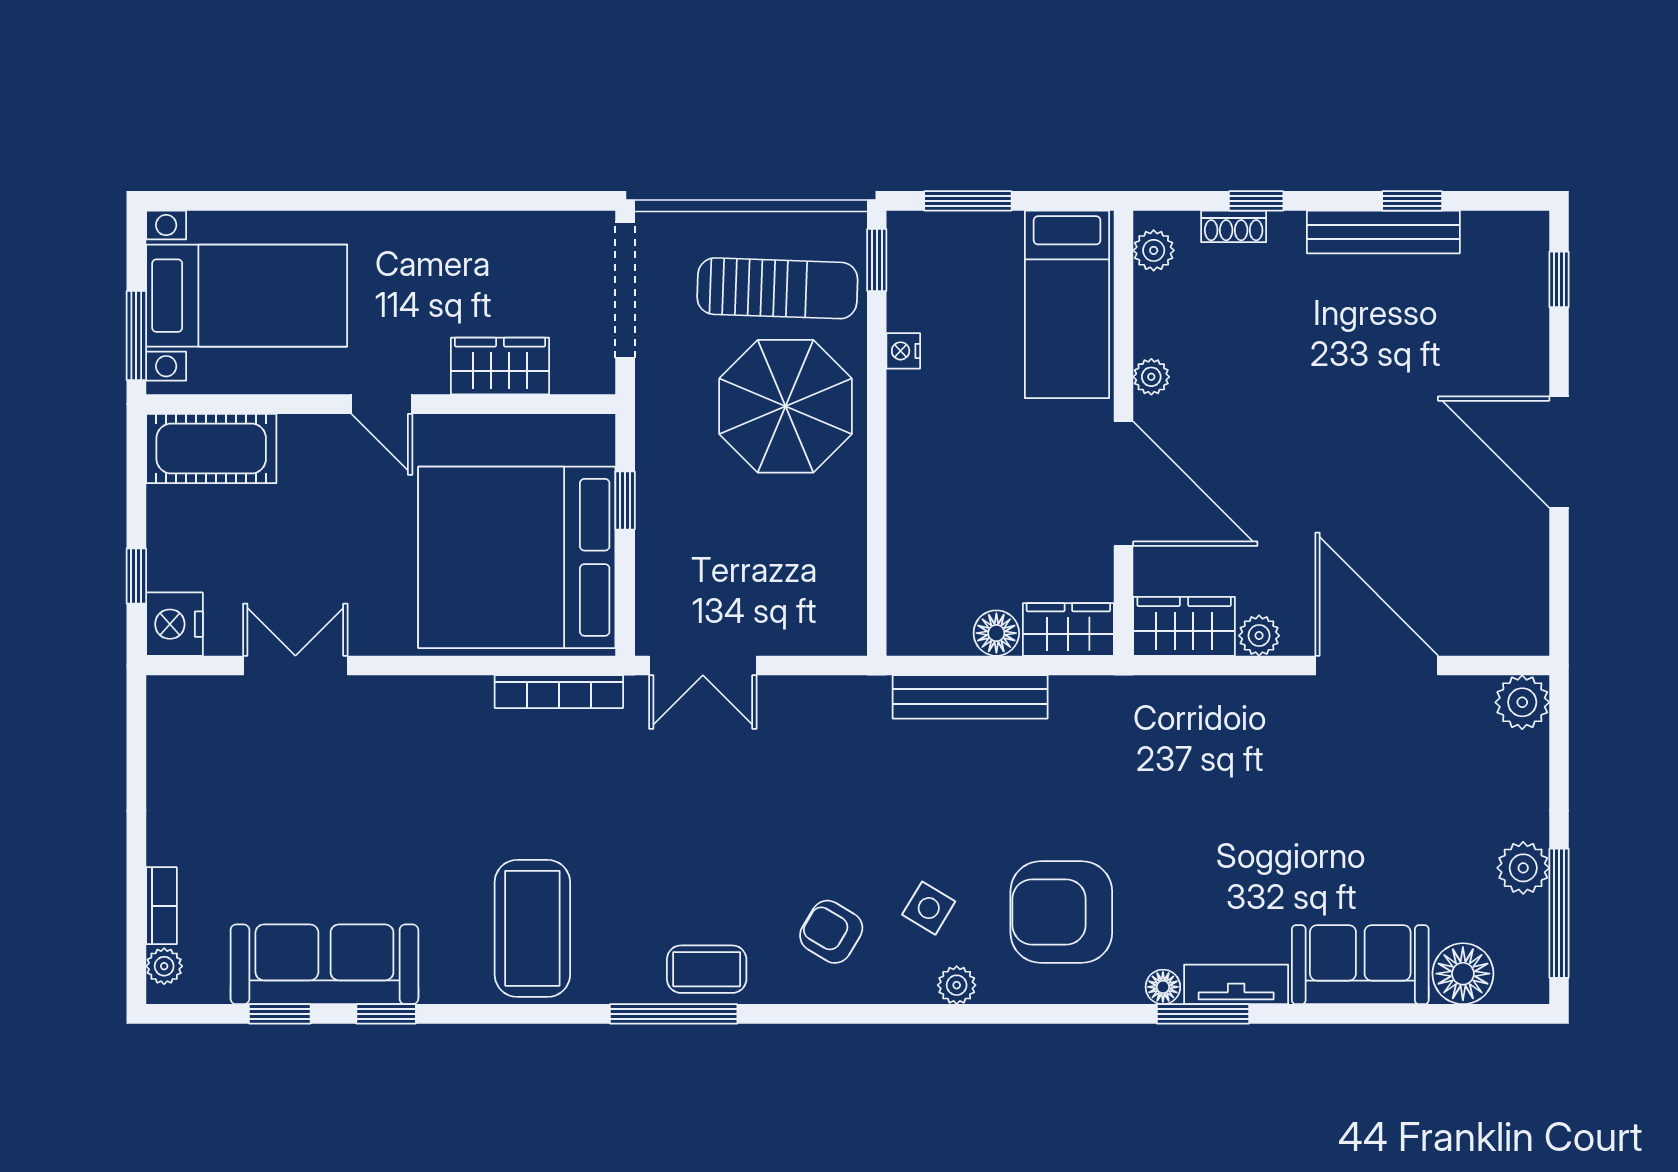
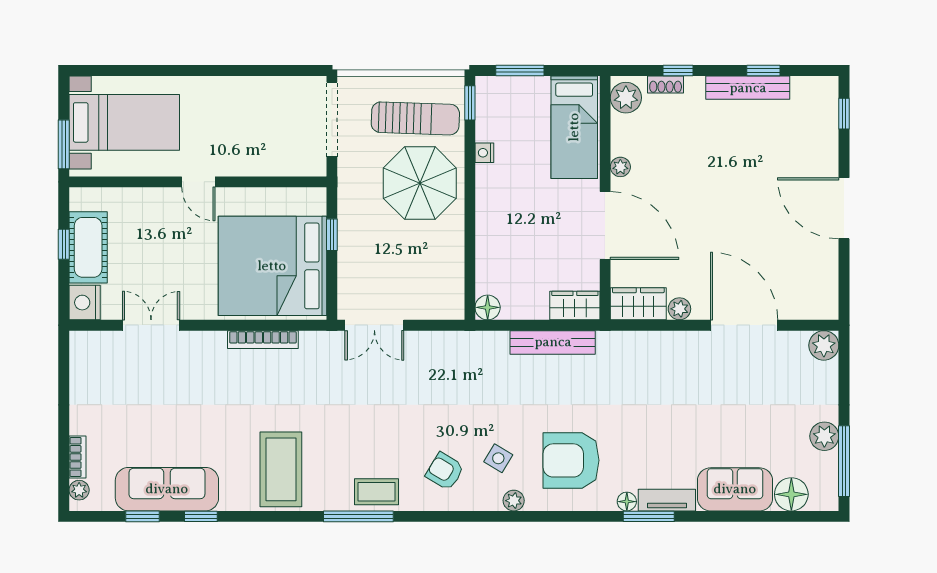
plant: (1154, 250) -> (626, 98), width x1.38, depth x1.38
wardrobe: (500, 366) -> (263, 161), removed
cot: (211, 449) -> (88, 247), moved, turned 90
window: (136, 576) -> (64, 244), moved
floor lamp: (996, 633) -> (488, 307), moved
bookcase: (559, 692) -> (263, 340), moved
bench: (970, 697) -> (553, 342), moved

